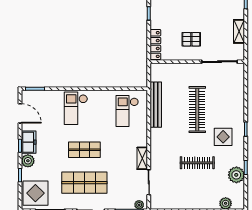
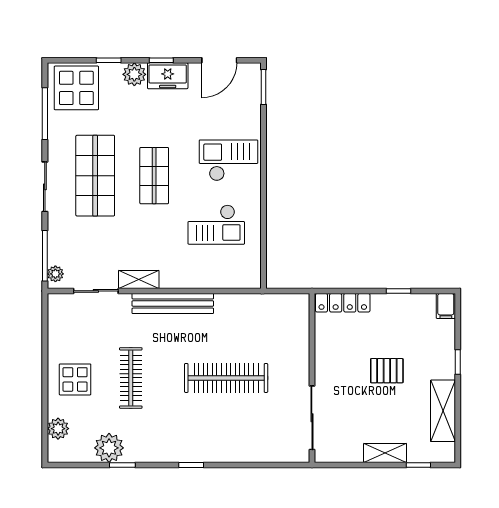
shelving: (239, 31) -> (385, 453), moved
pallet: (191, 39) -> (387, 371), moved, turned 90
bench: (156, 105) -> (173, 304), moved
checkout: (127, 111) -> (216, 225), moved, turned 180
display table: (223, 137) -> (75, 379), moved

